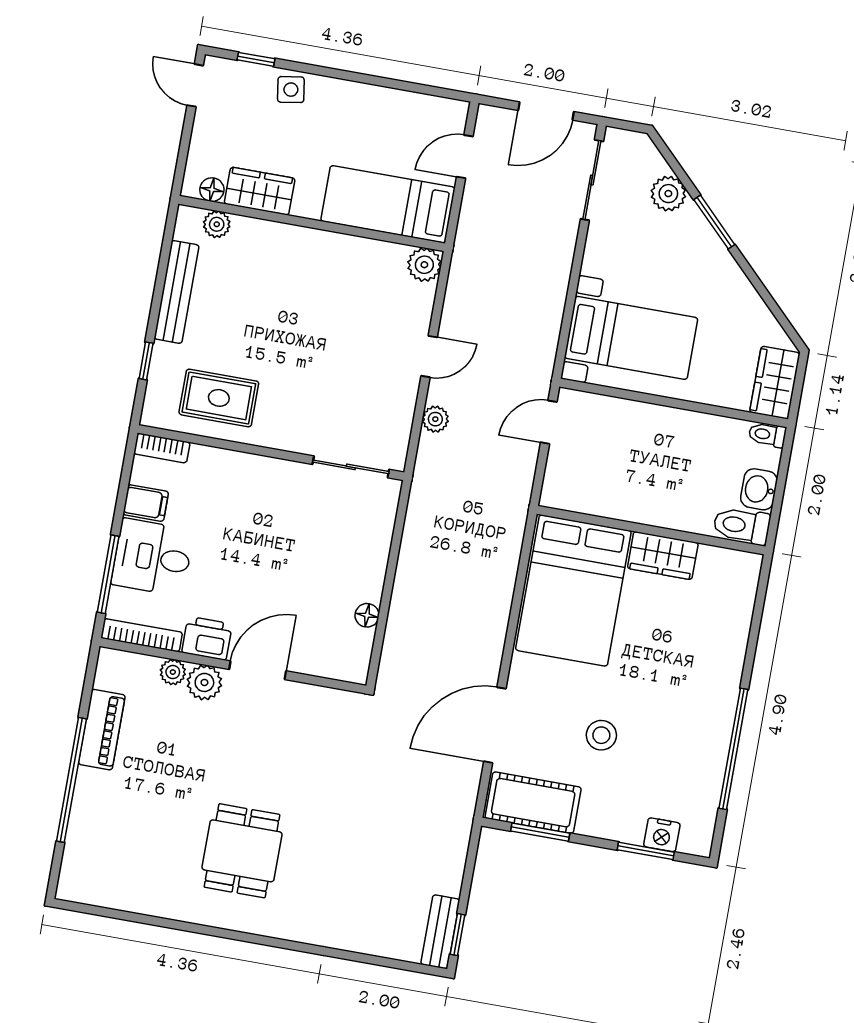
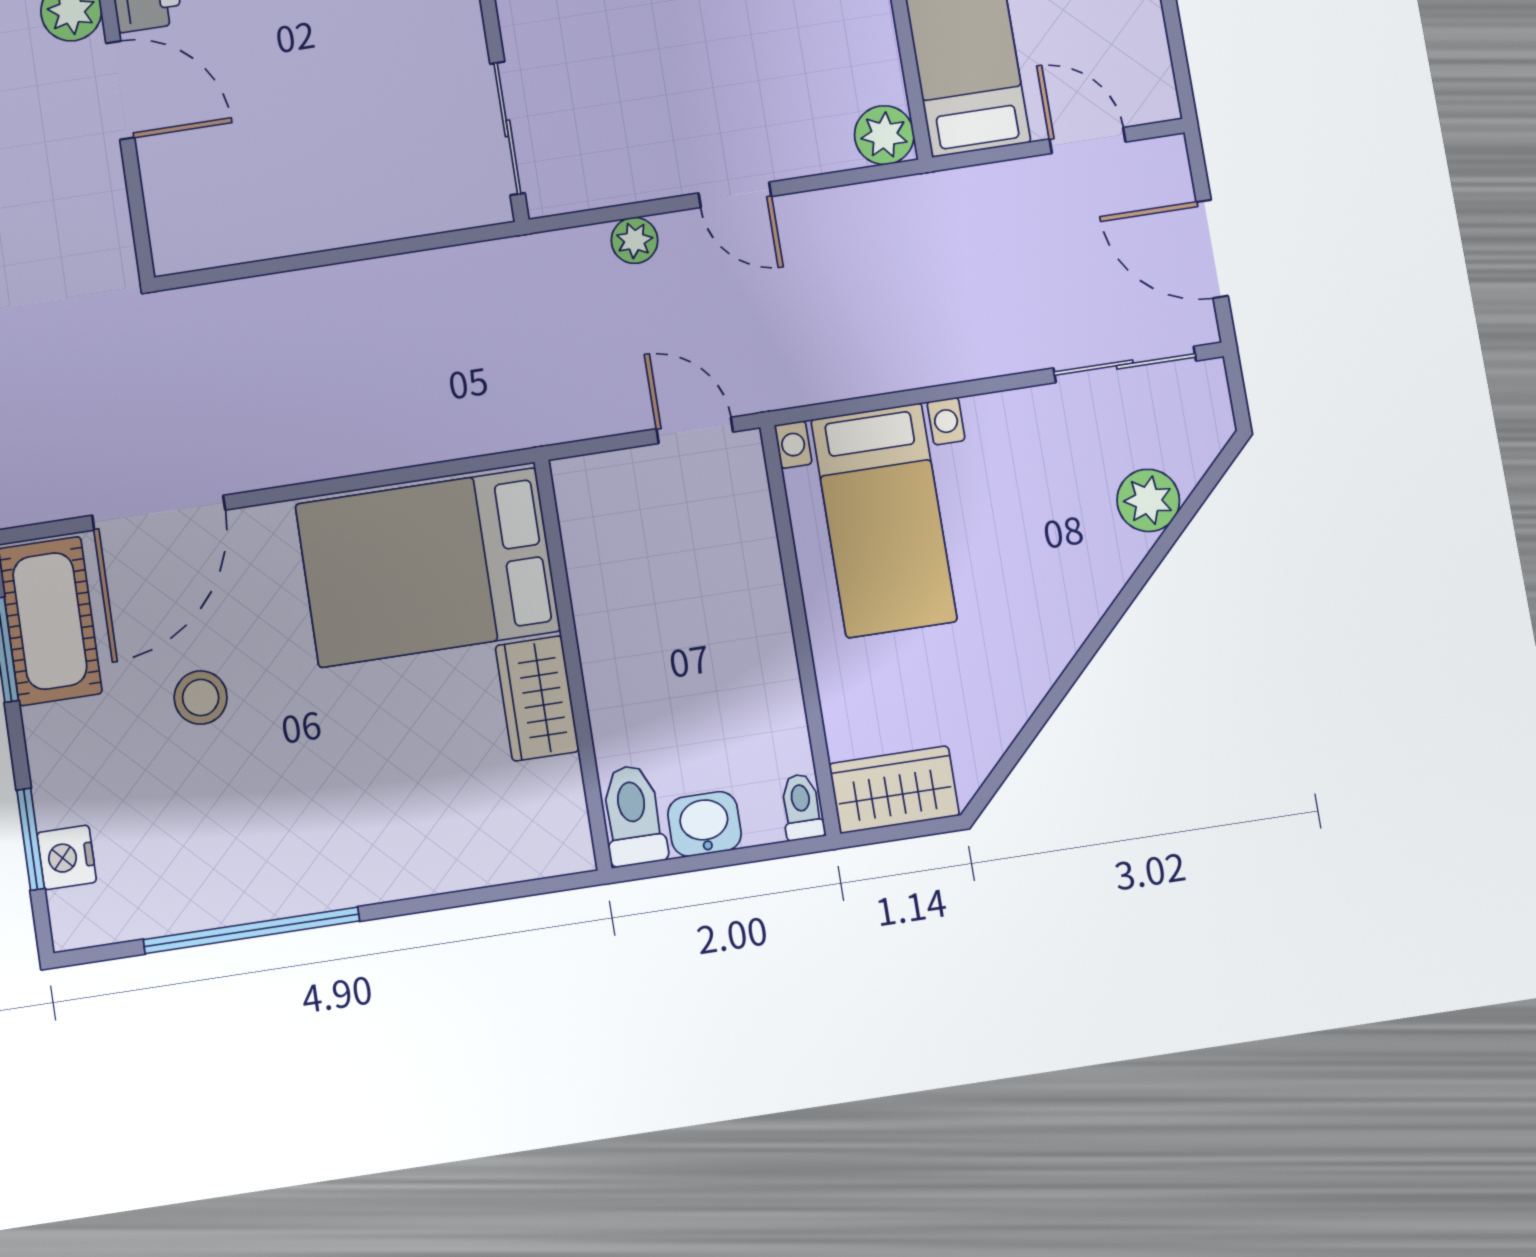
window: (714, 222) -> (1128, 594), removed
floor lamp: (367, 615) -> (271, 239), removed
door: (495, 725) -> (159, 513), swing flipped

